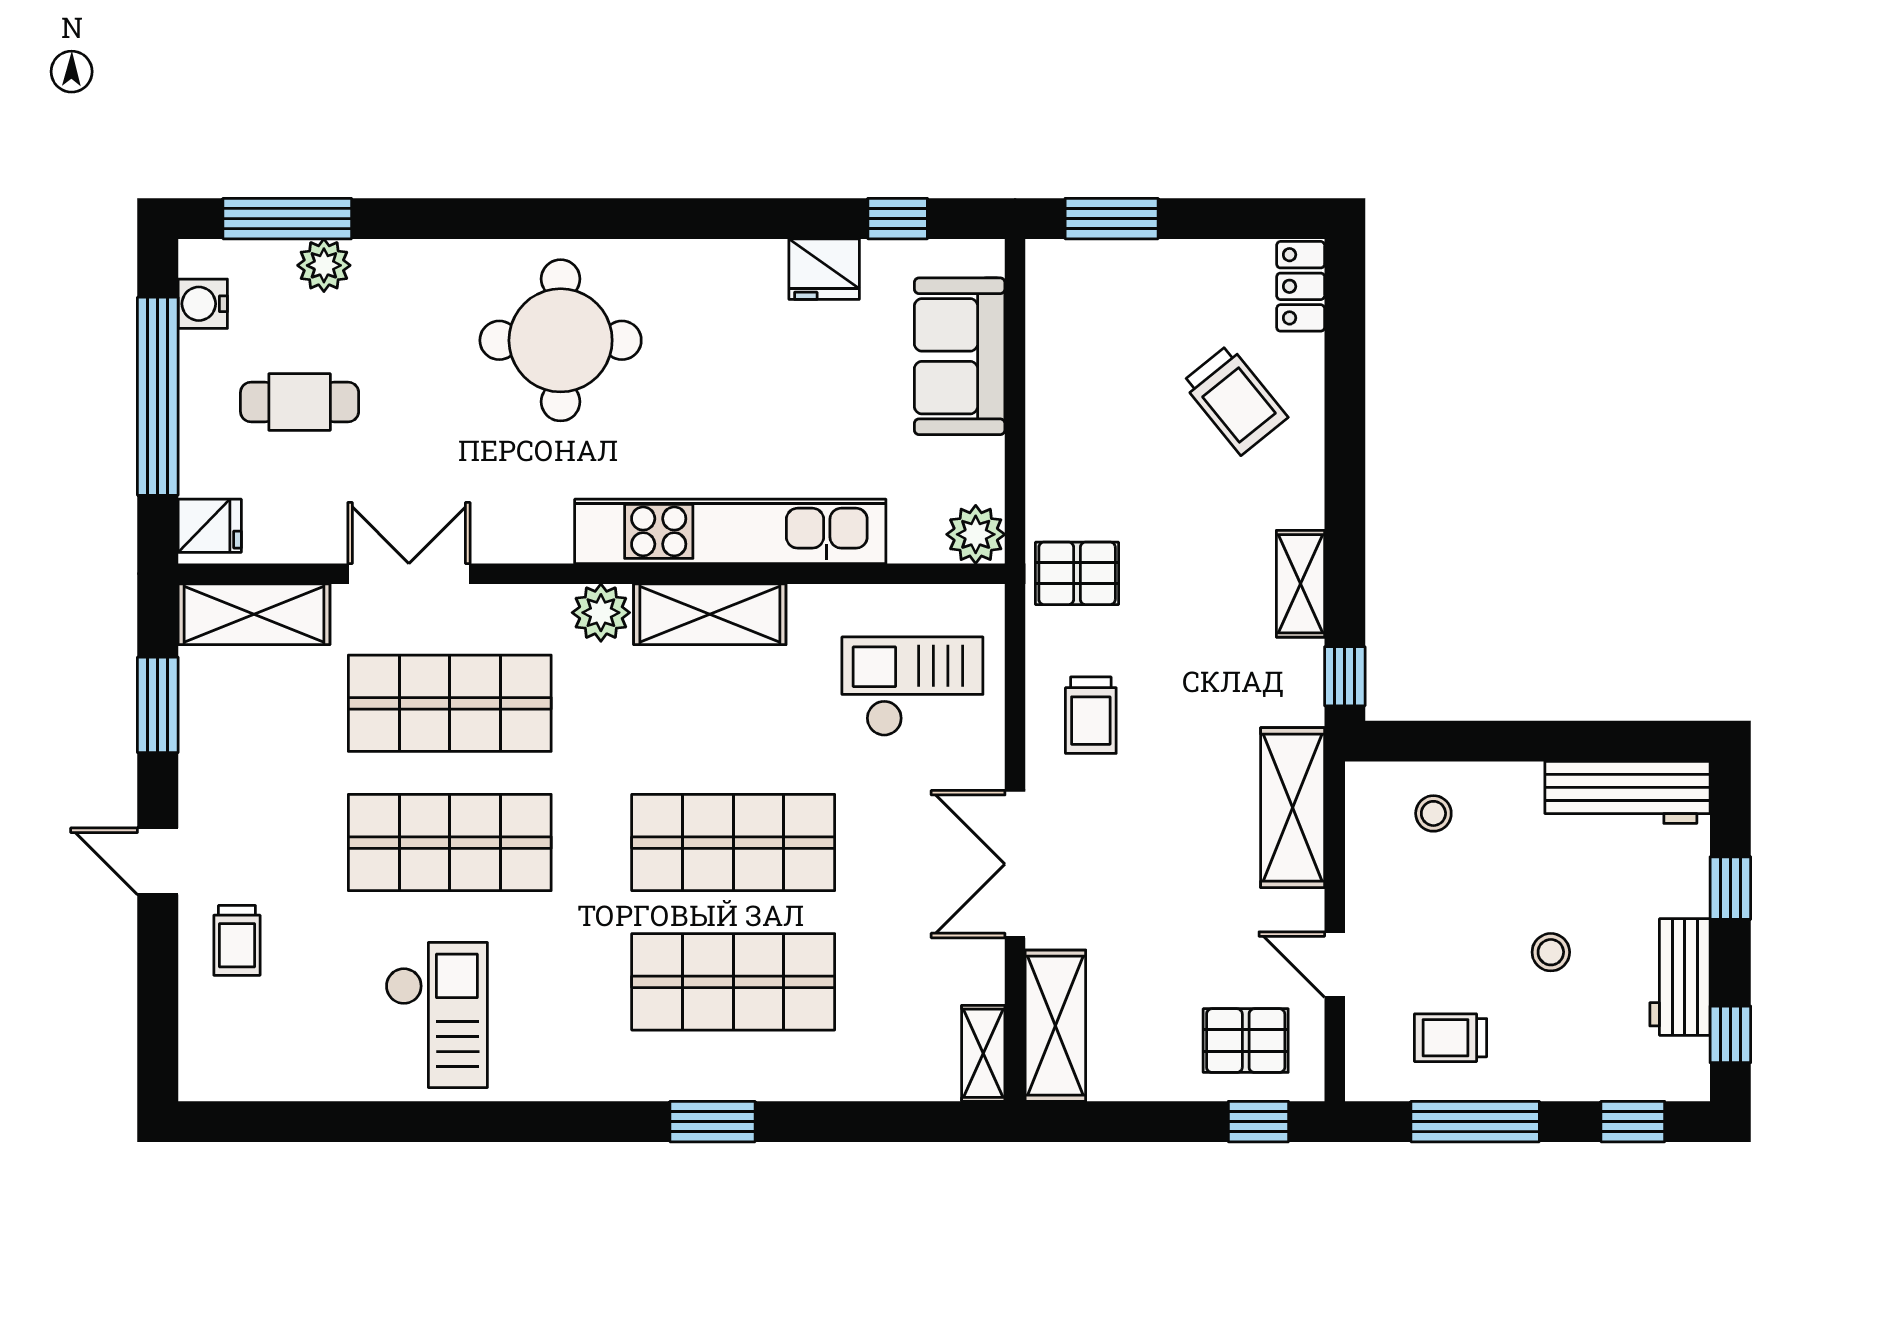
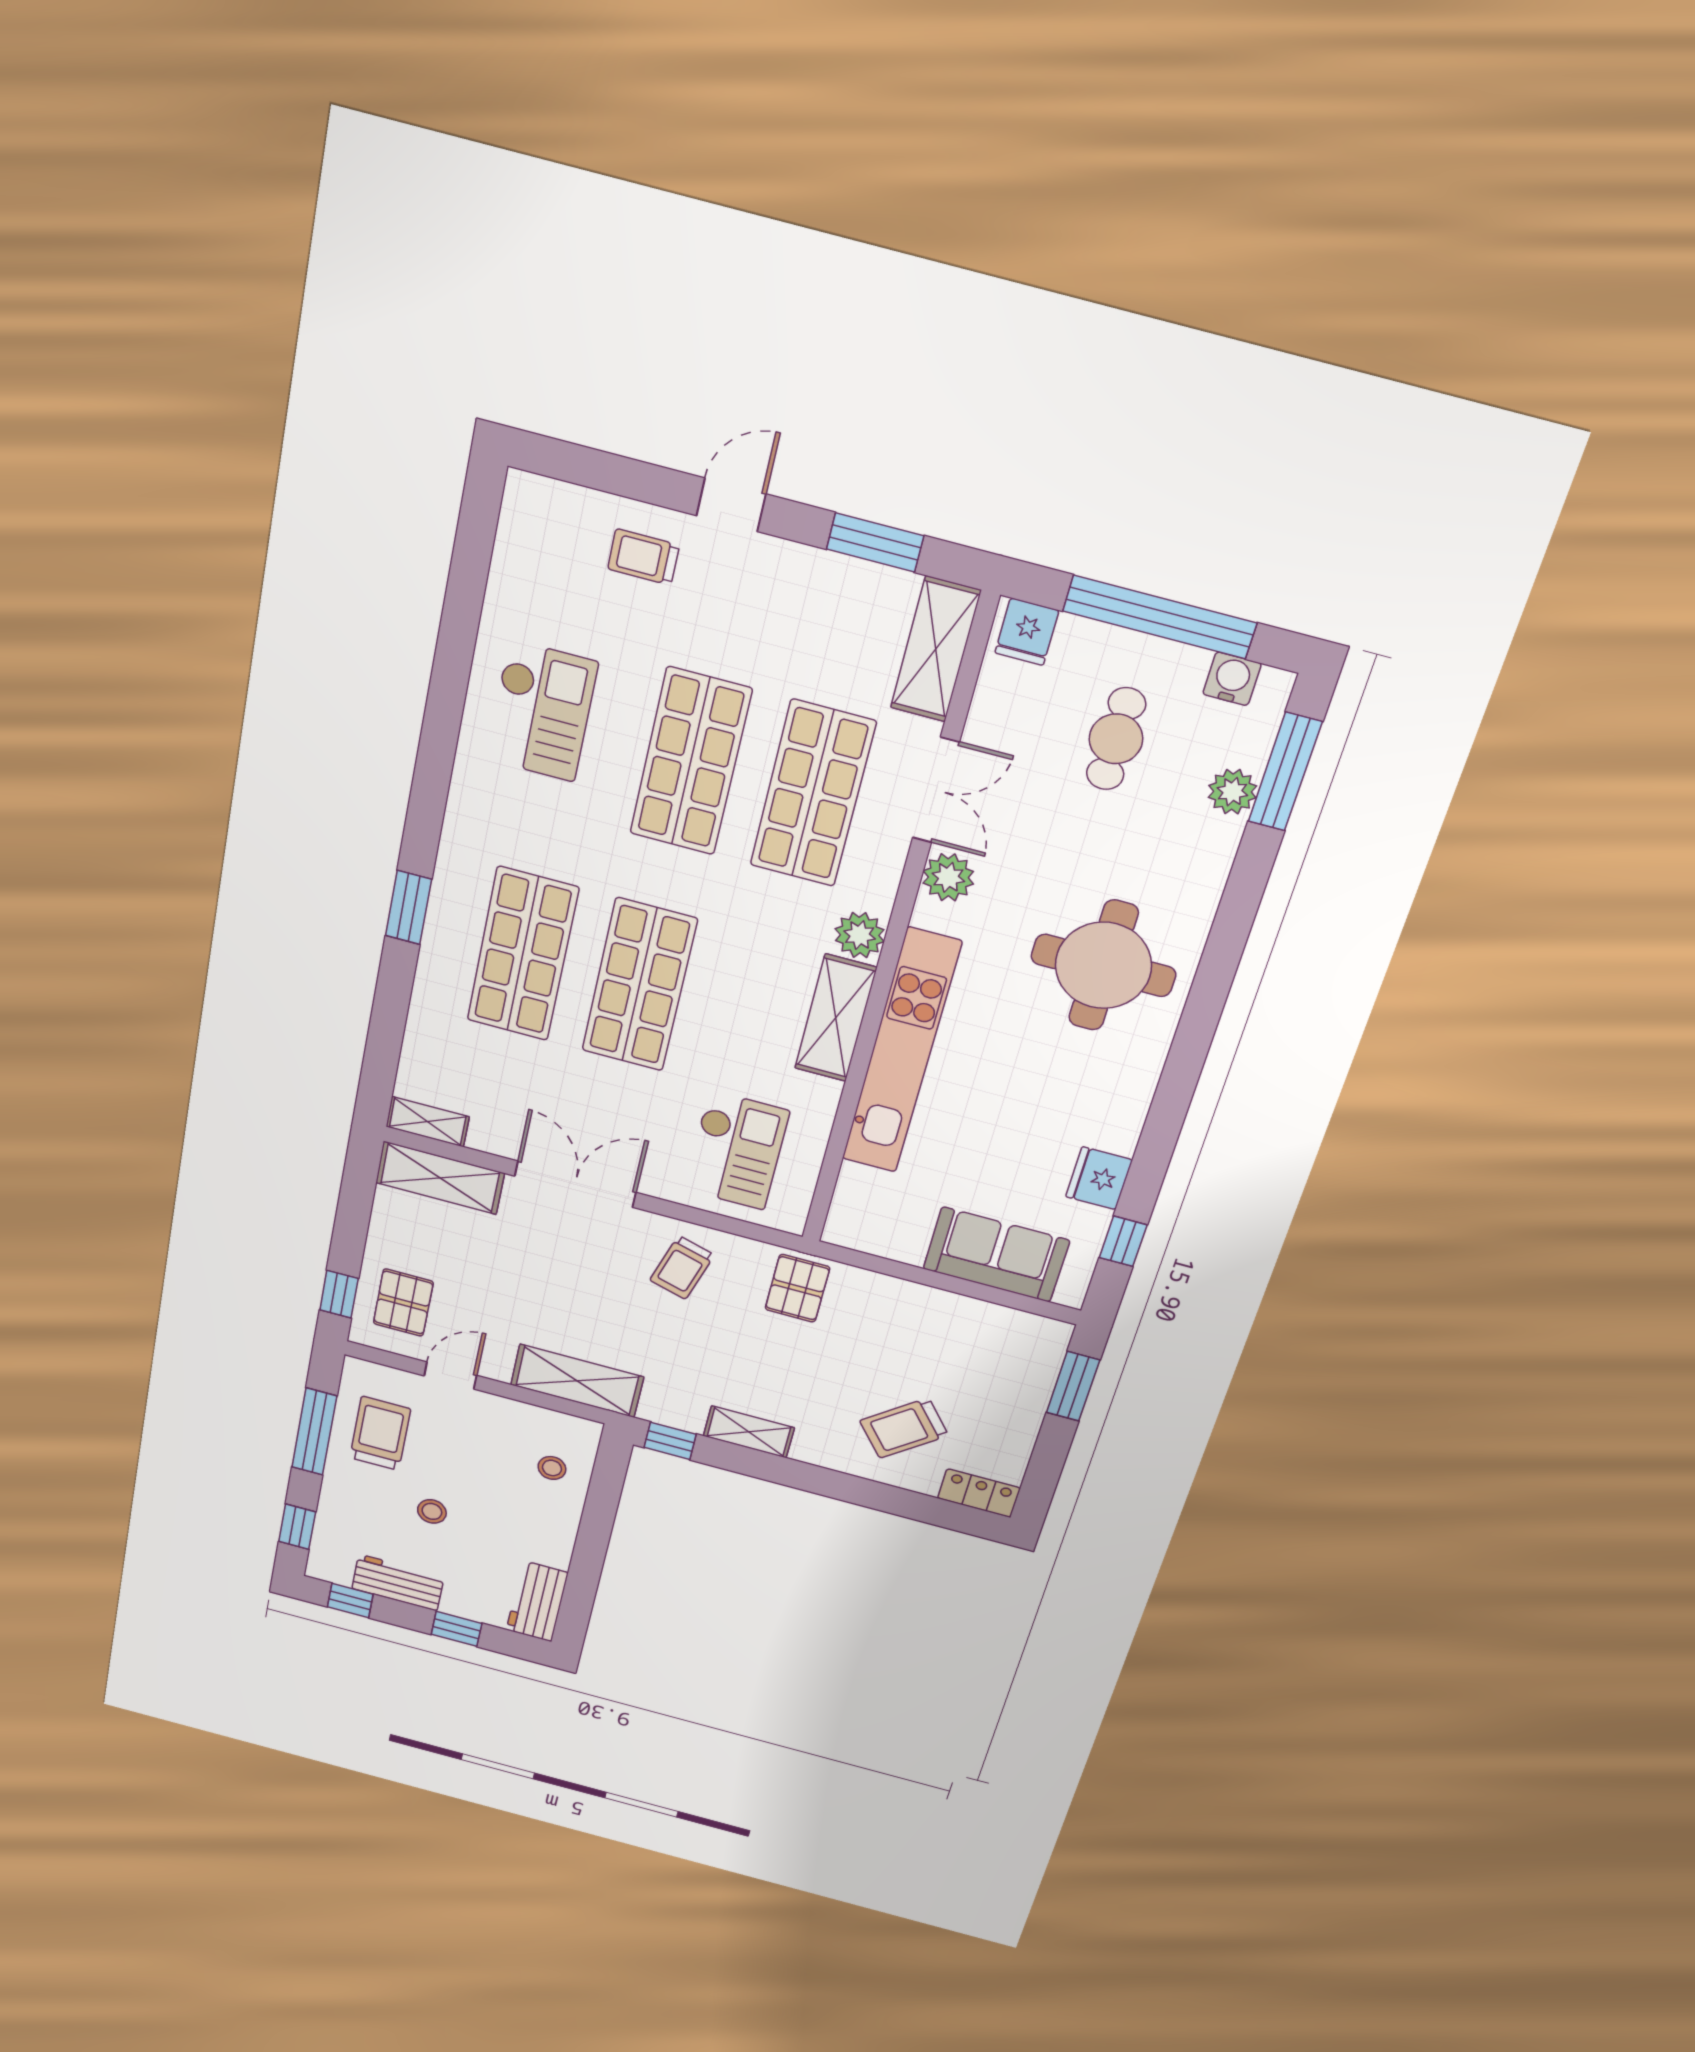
plant: (976, 534) -> (948, 877), moved
trolley: (1091, 715) -> (682, 1268), turned -74
workbench: (1627, 792) -> (537, 1601), width x0.73
checkout: (436, 1015) -> (542, 711), turned -90
trolley: (1451, 1038) -> (380, 1433), width x1.36, depth x1.39

